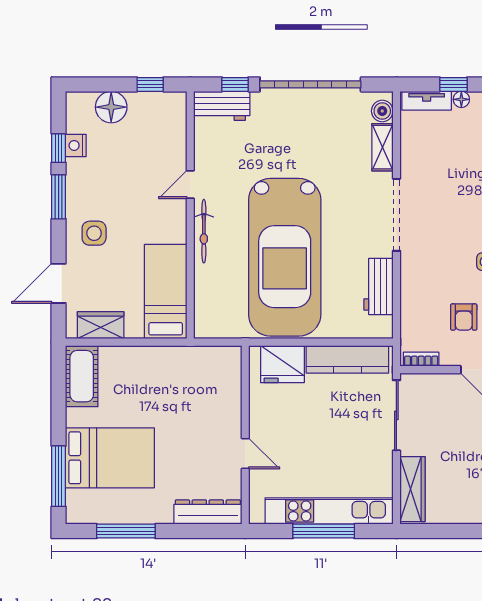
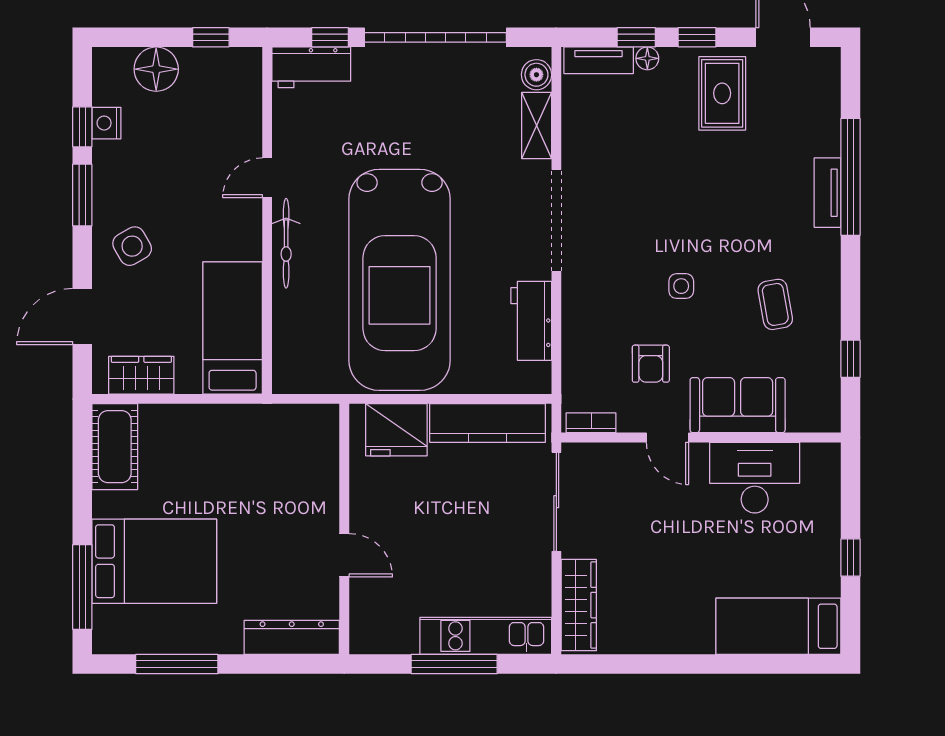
side table: (94, 233) -> (132, 246), turned -30
kitchen unit: (329, 511) -> (486, 636), width x0.73

